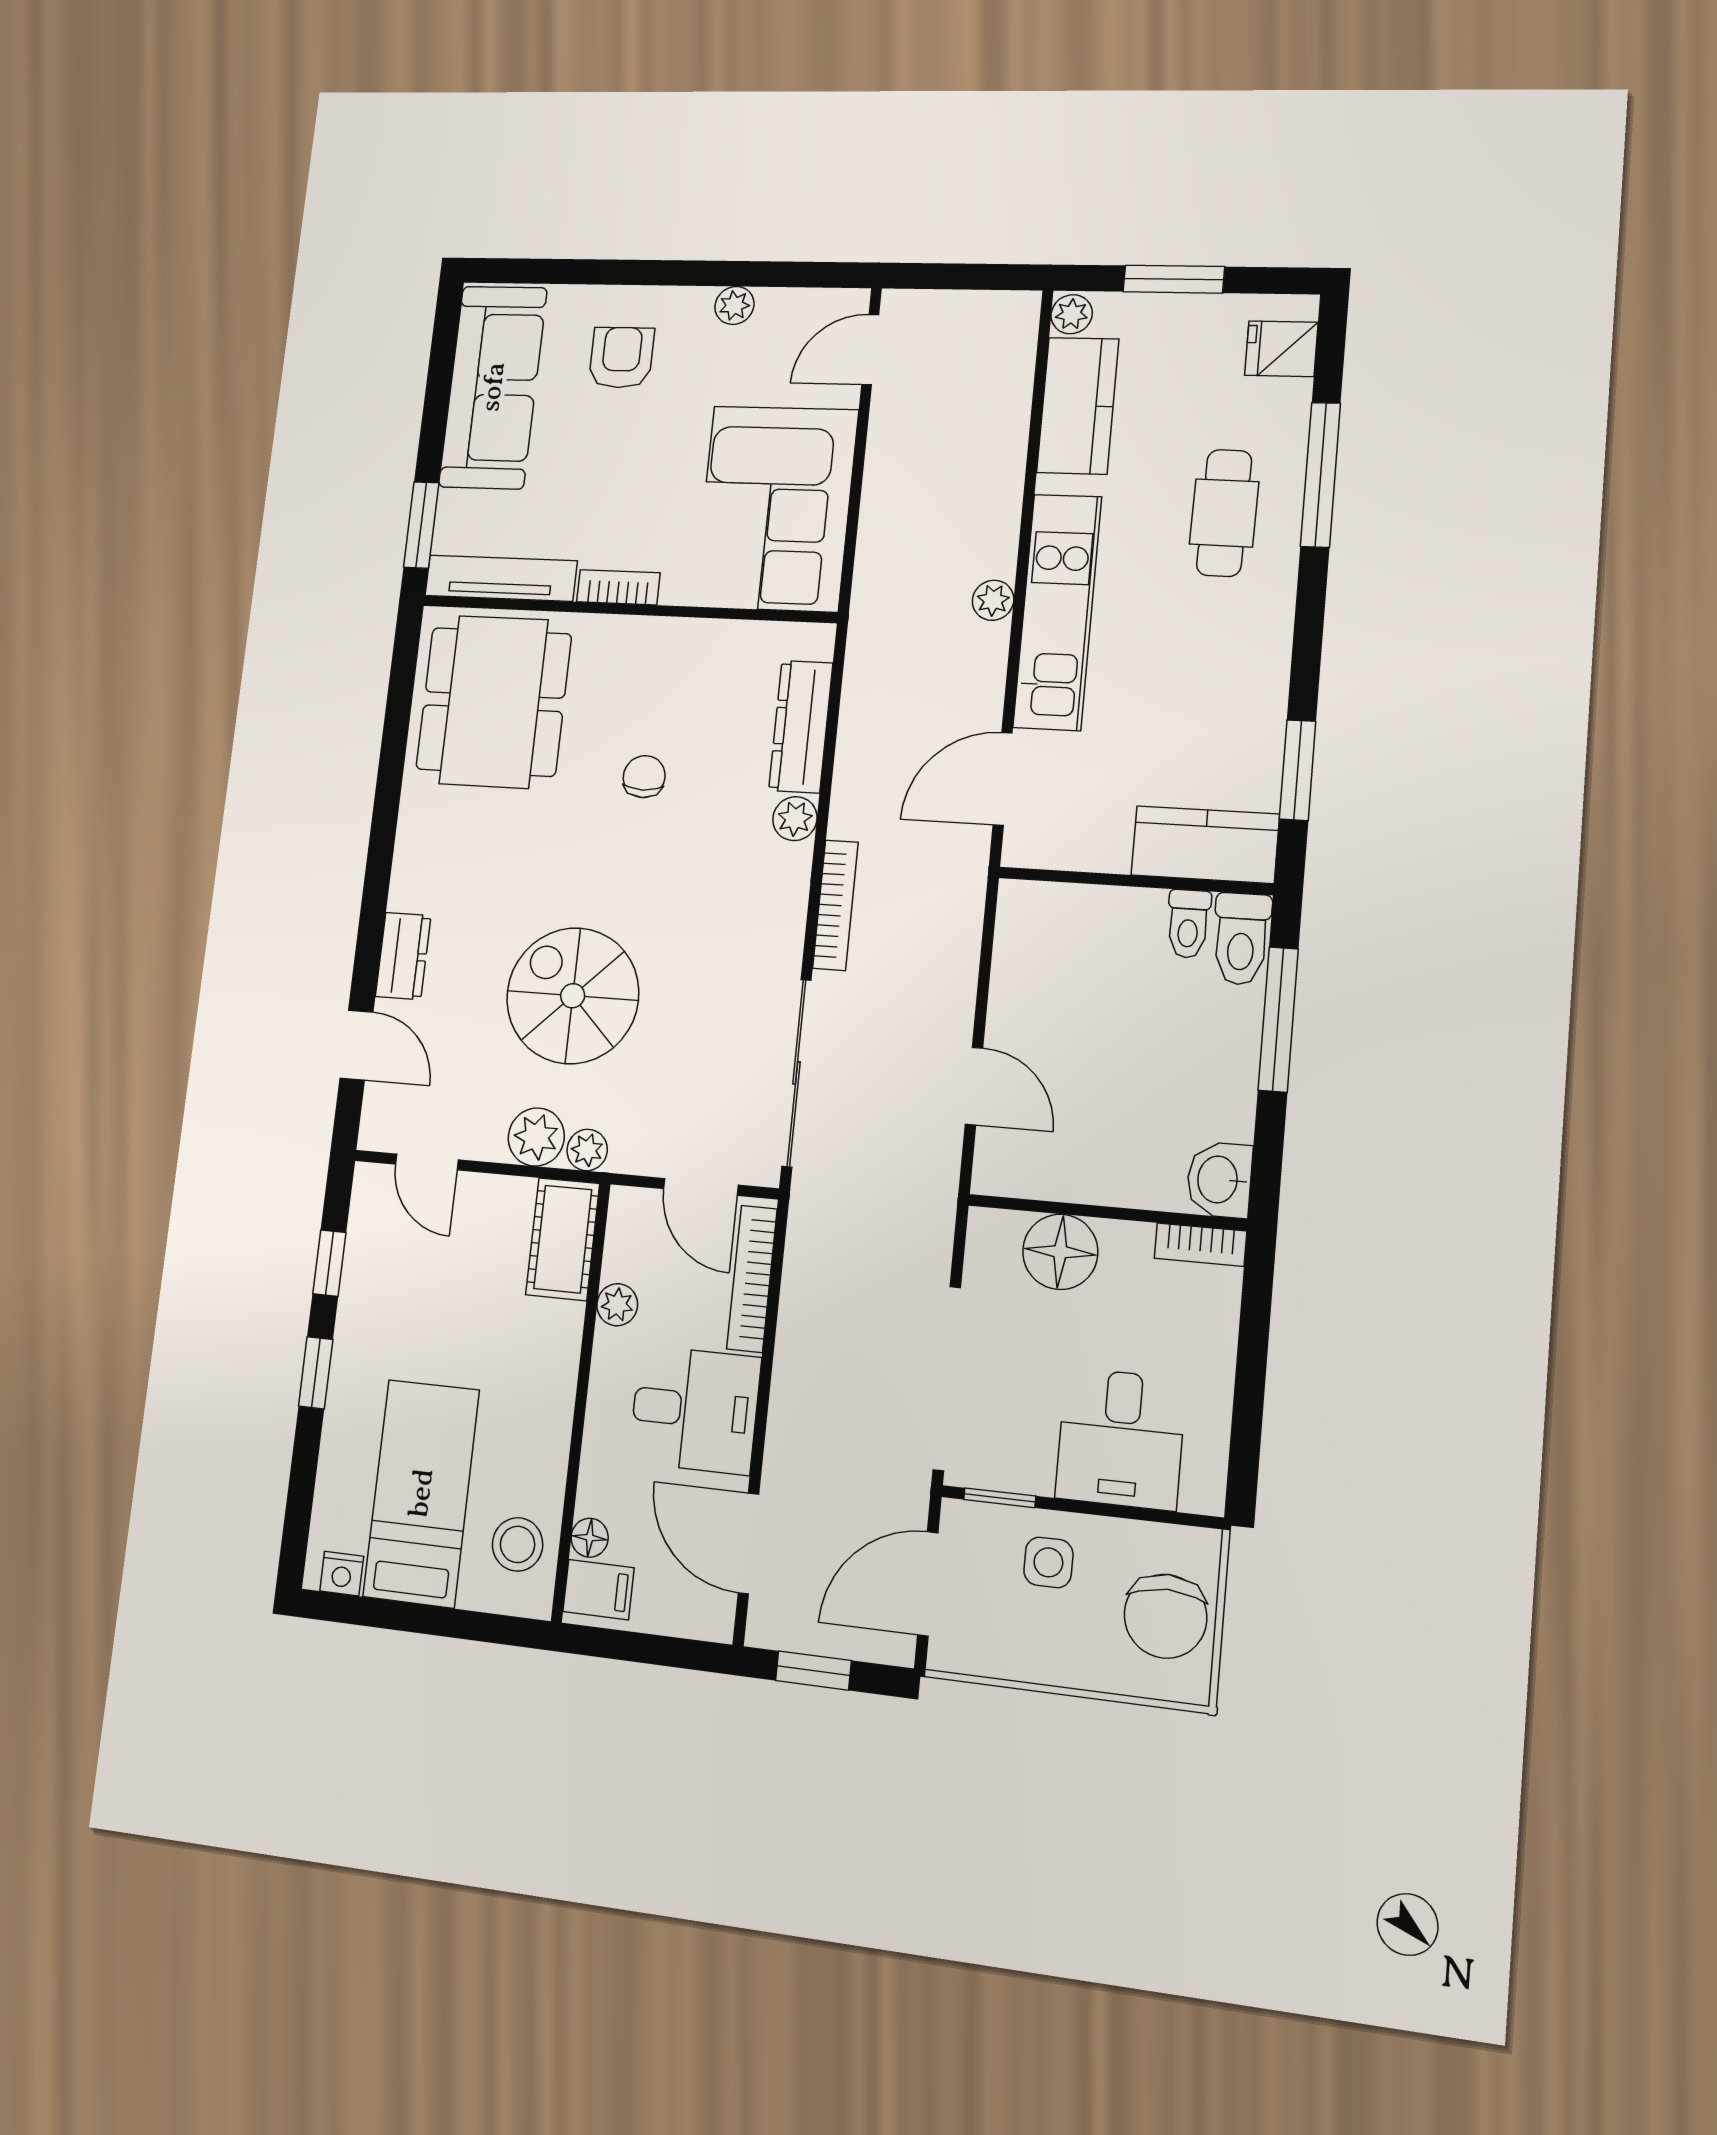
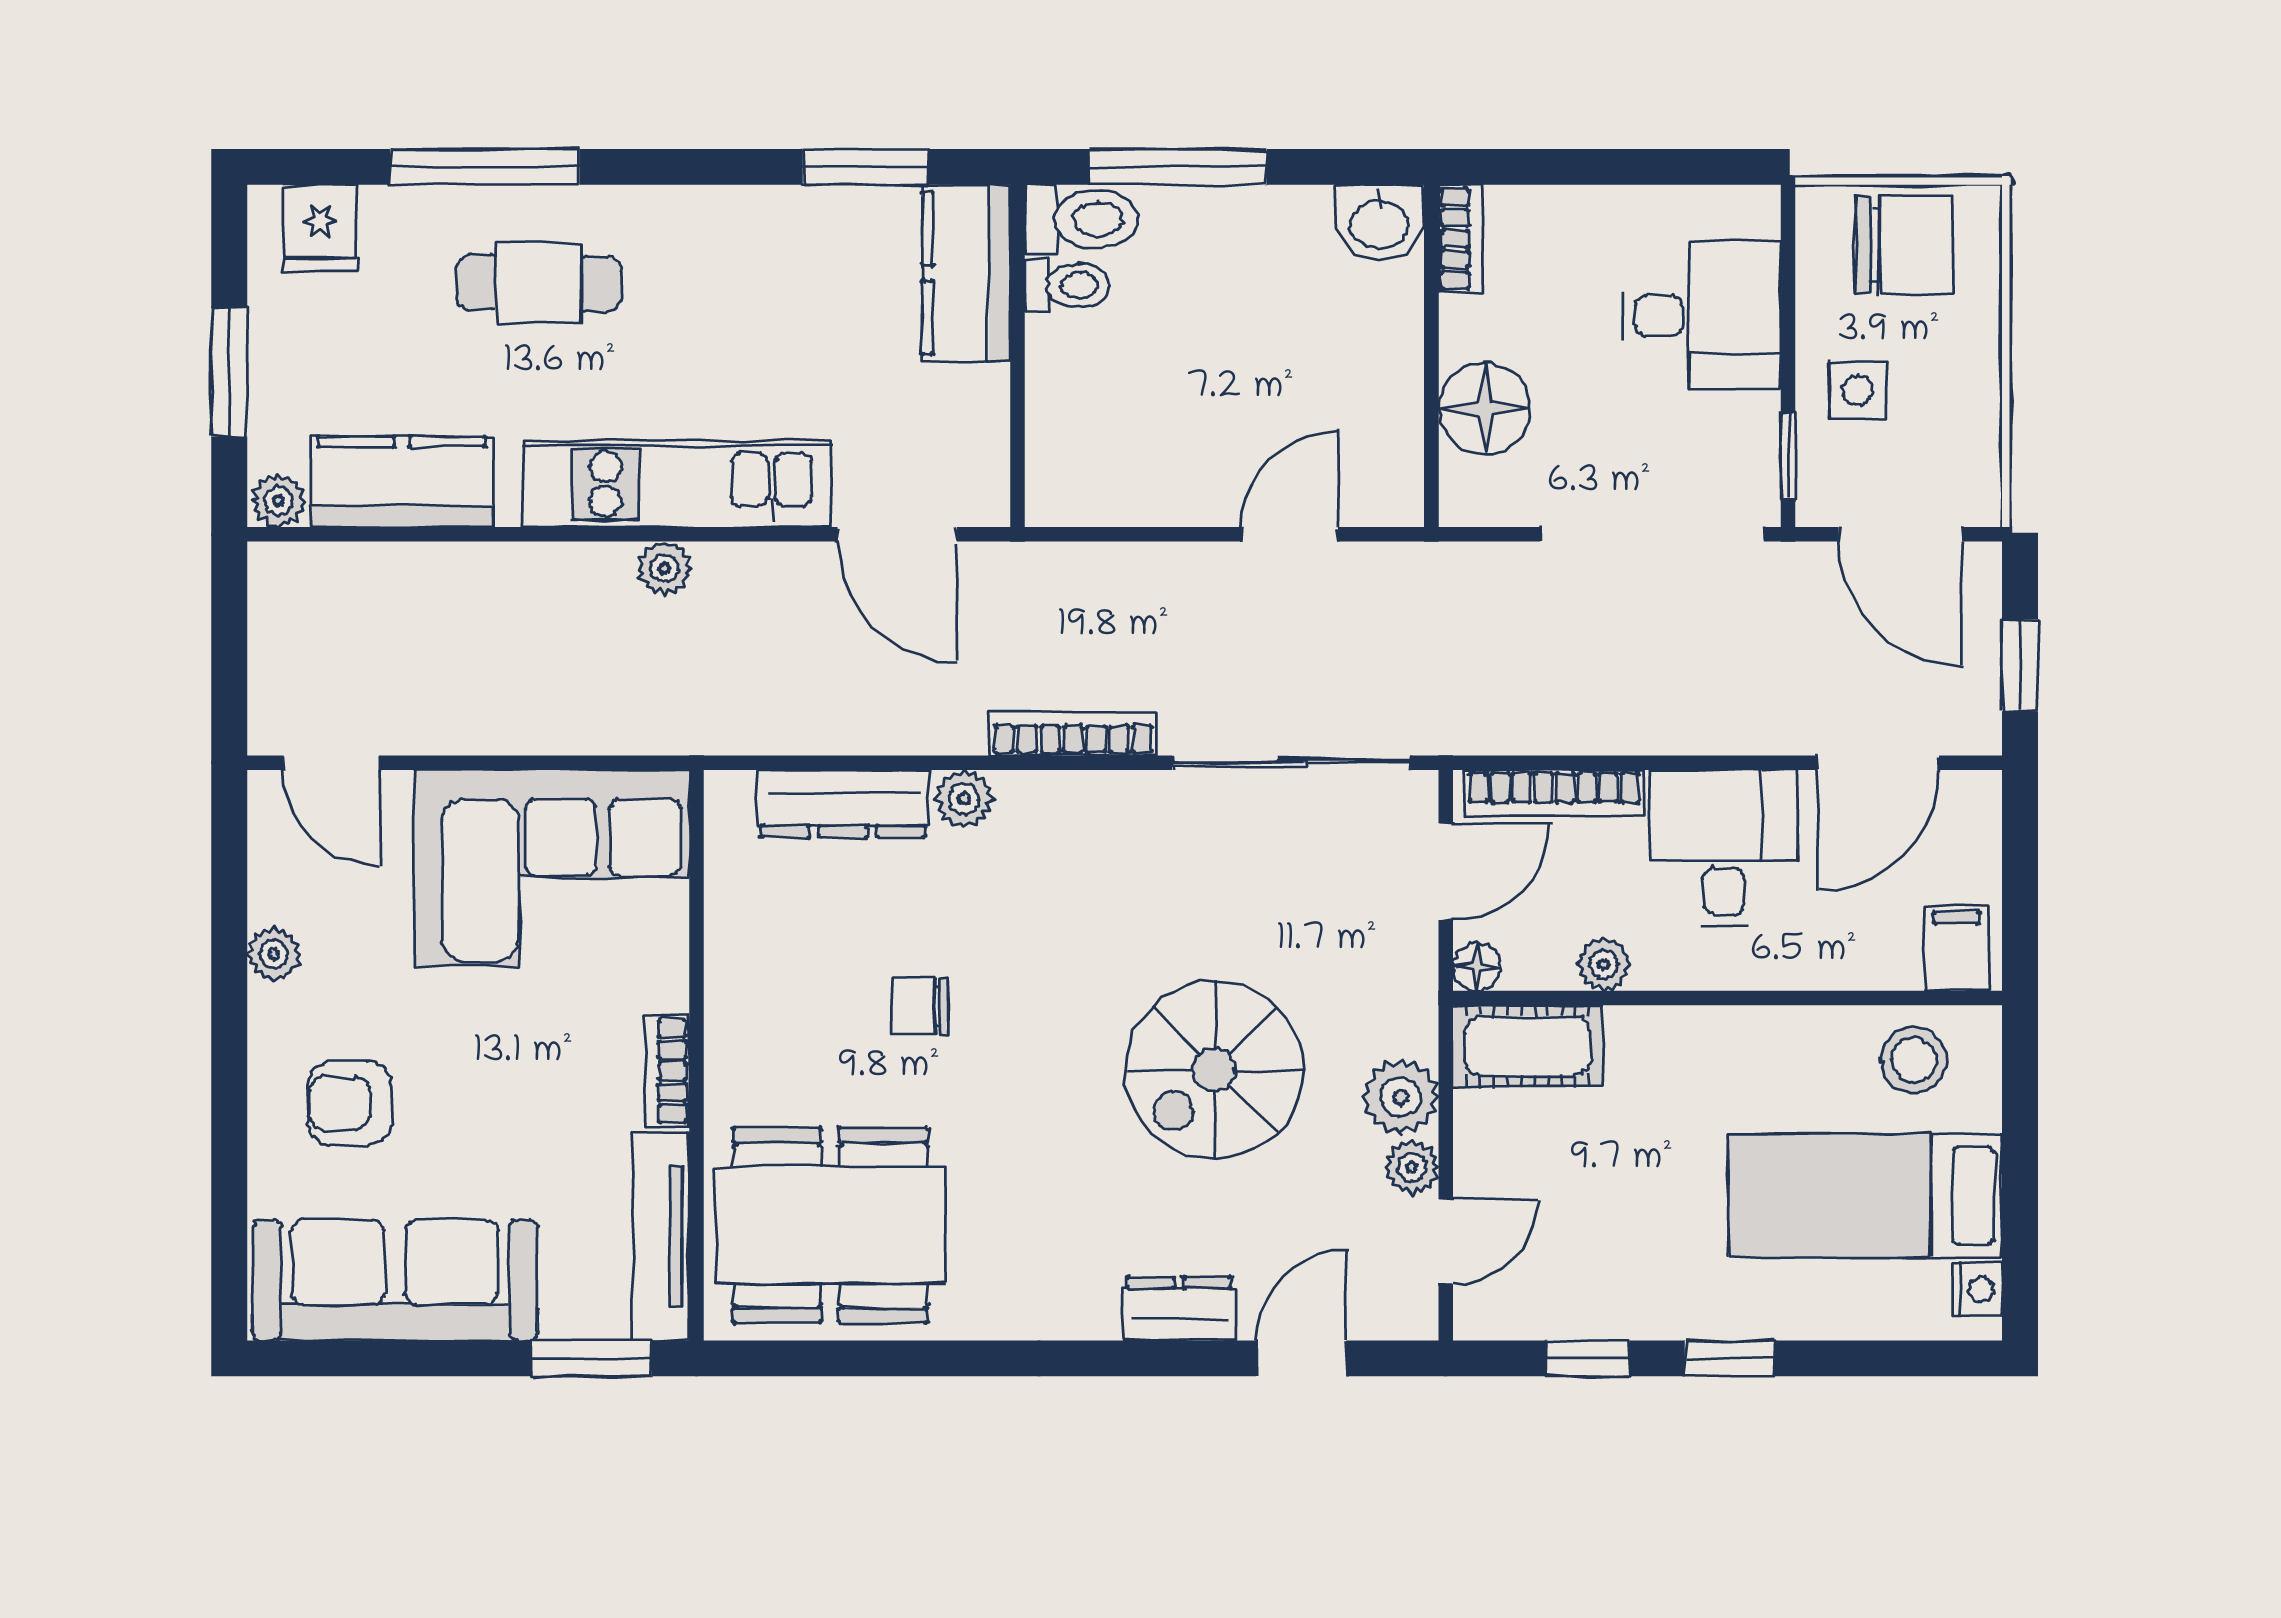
plant: (587, 1150) -> (1412, 1167), moved
floor lamp: (590, 1538) -> (1477, 967), moved

